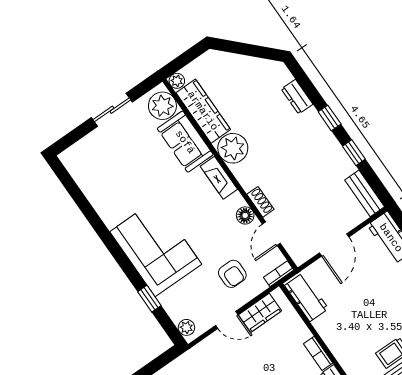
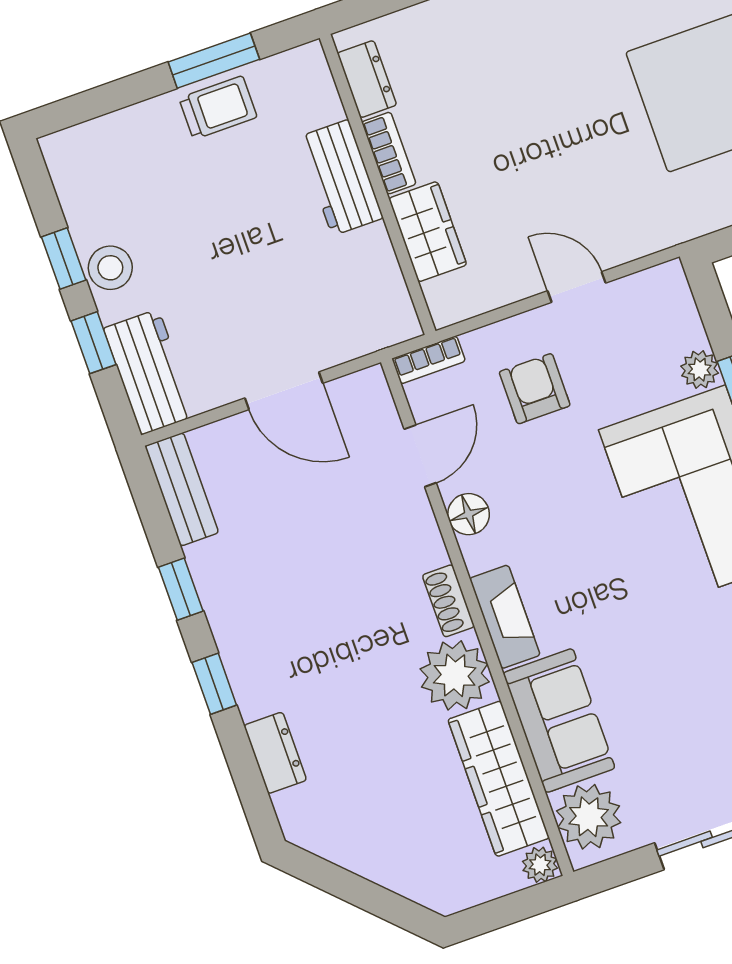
shoe rack: (260, 202) -> (448, 601), moved
door: (334, 245) -> (284, 391), swing flipped
workbench: (306, 297) -> (340, 178), moved
wardrobe: (260, 313) -> (428, 232), moved, turned 90
plant: (186, 327) -> (700, 370), moved

